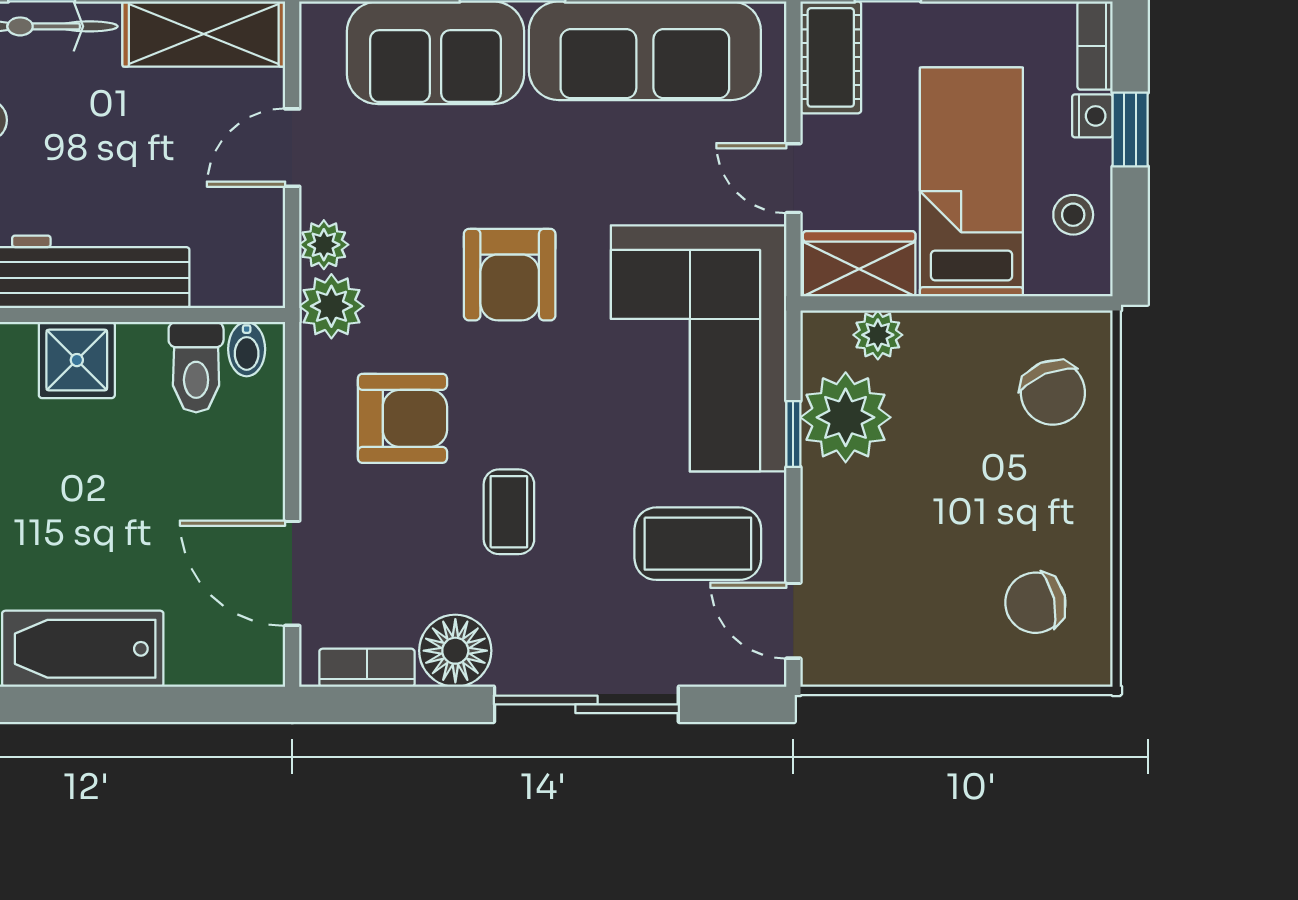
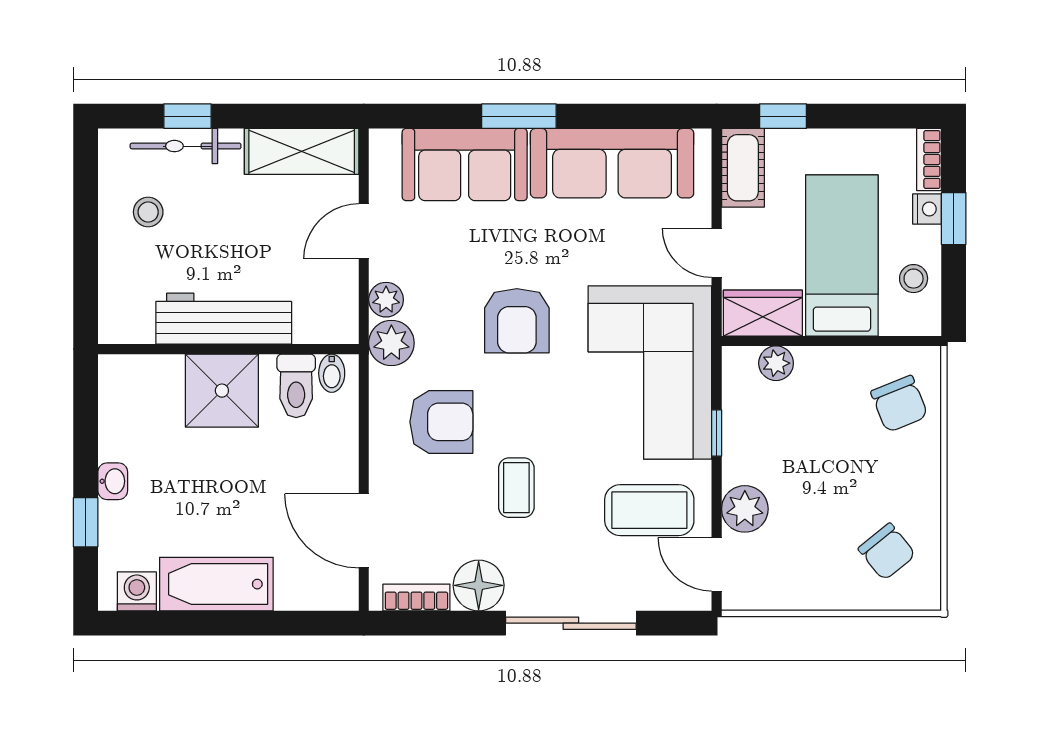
shower: (77, 360) -> (222, 391), width x1.36, depth x1.36
plant: (846, 417) -> (745, 509), moved, width x0.73, depth x0.73
chair: (1035, 603) -> (887, 552), turned -116

